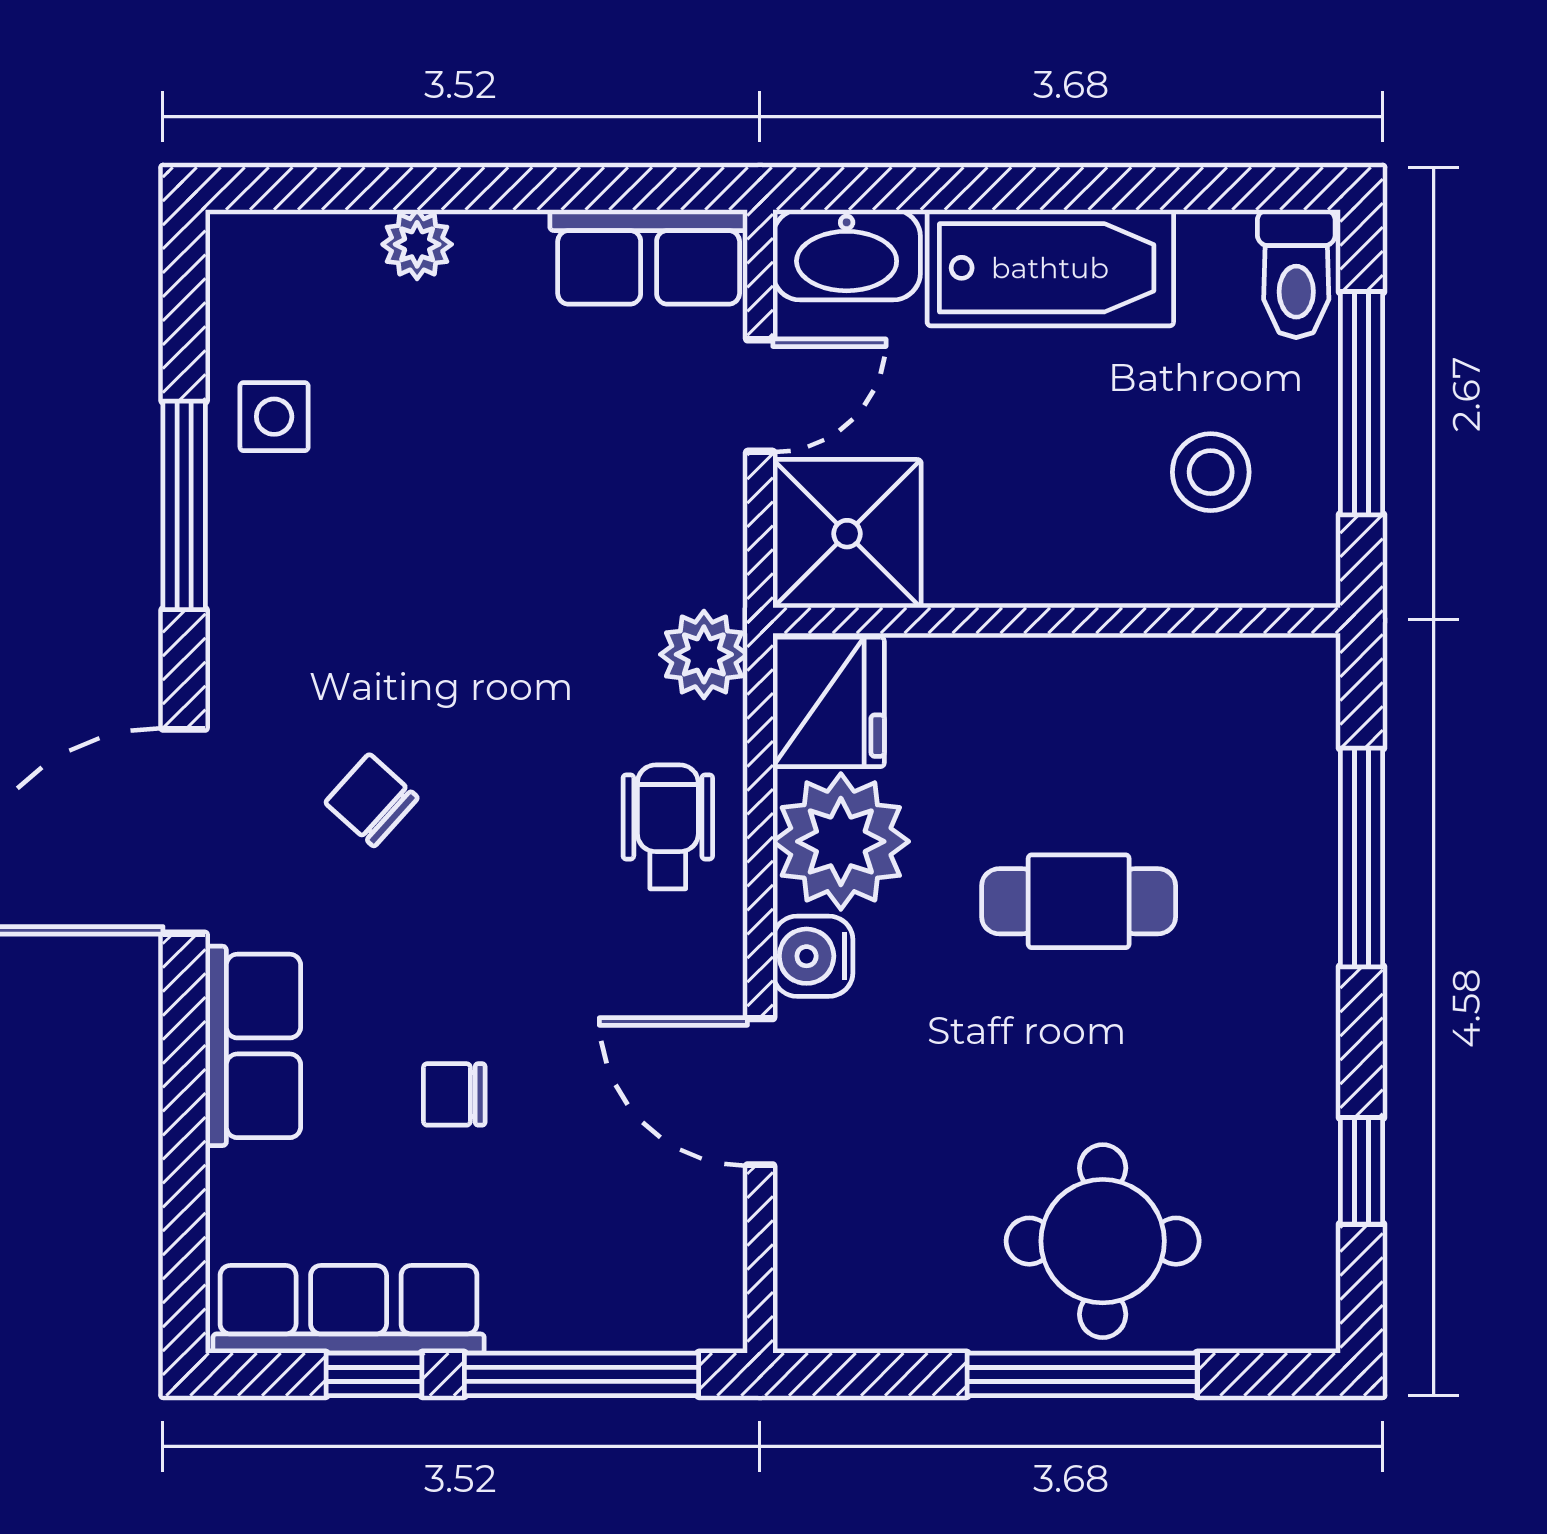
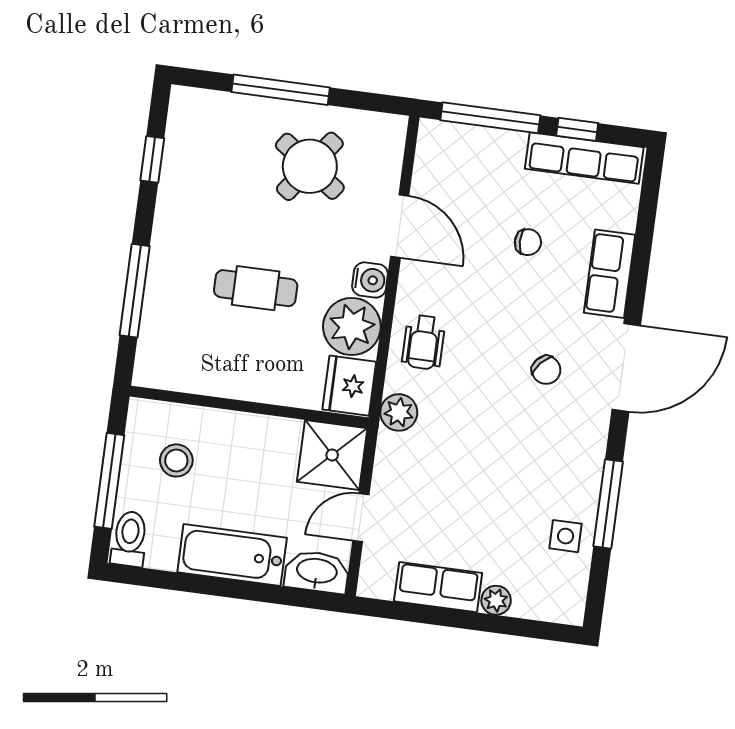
row of seats: (649, 257) -> (438, 587), moved
round table: (1103, 1241) -> (310, 166), moved, turned 36

